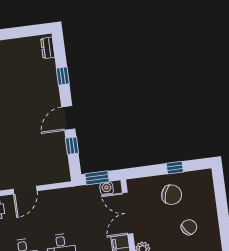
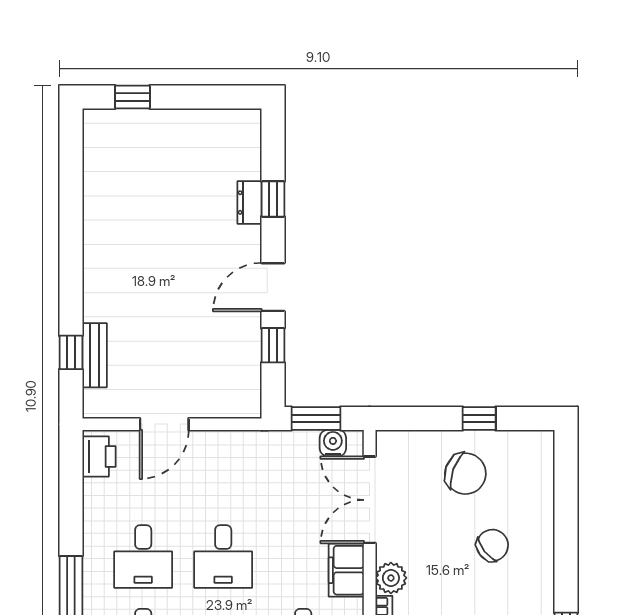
dresser: (48, 48) -> (250, 203), moved

